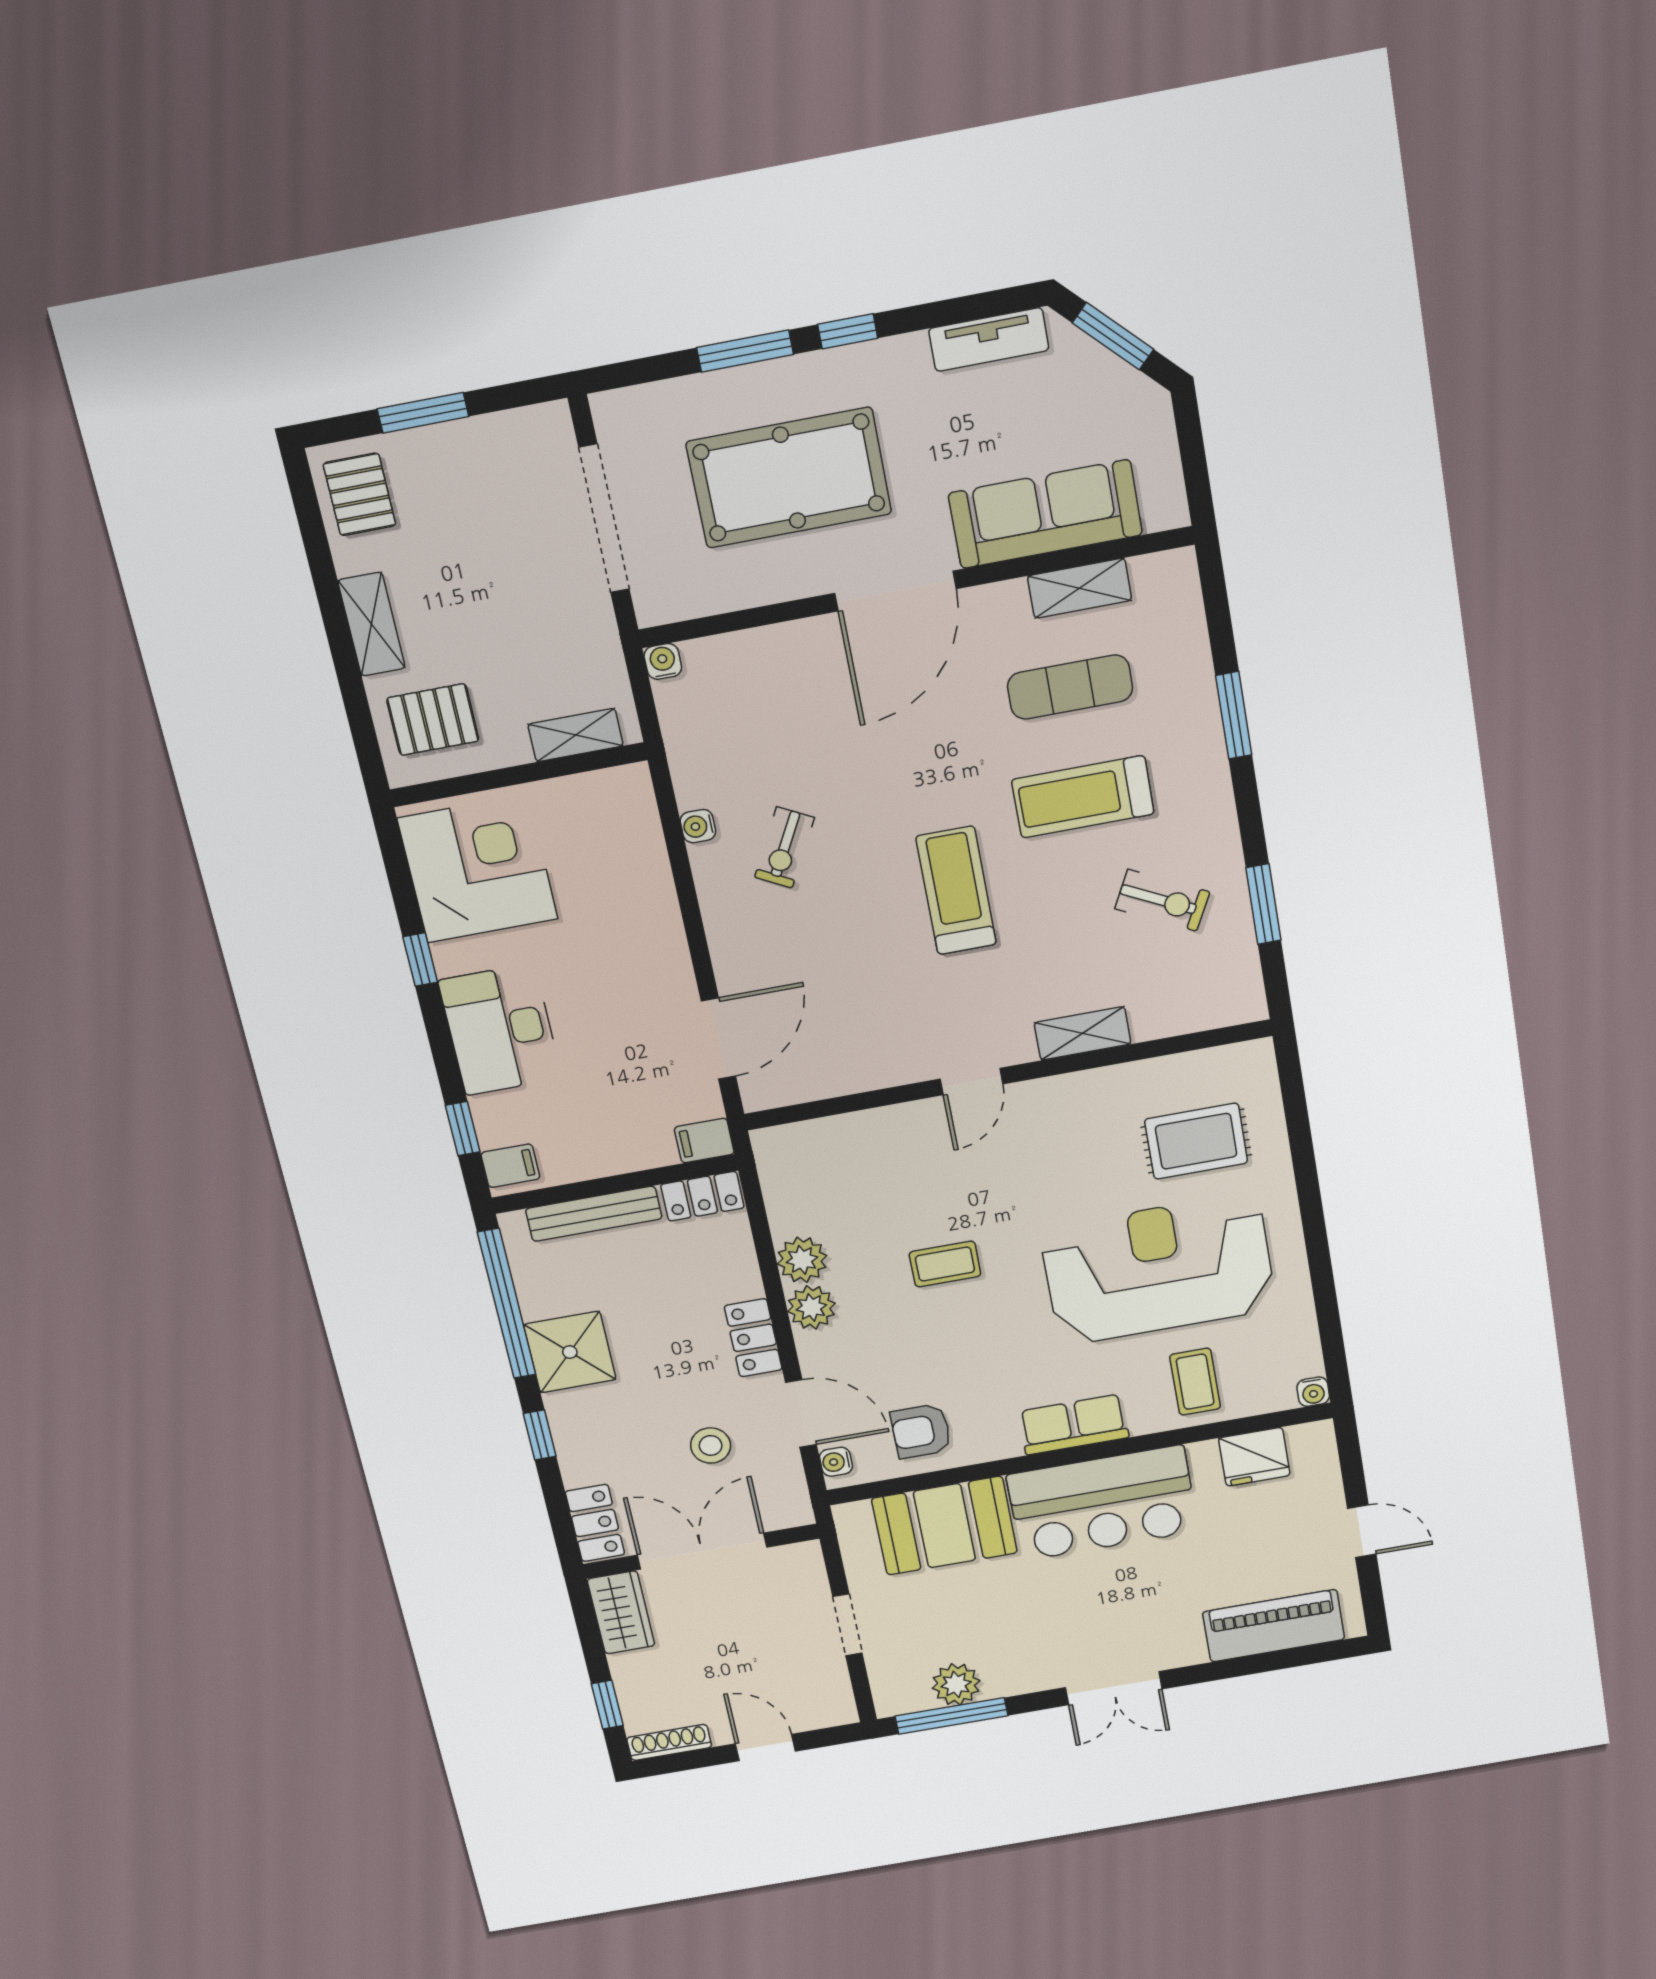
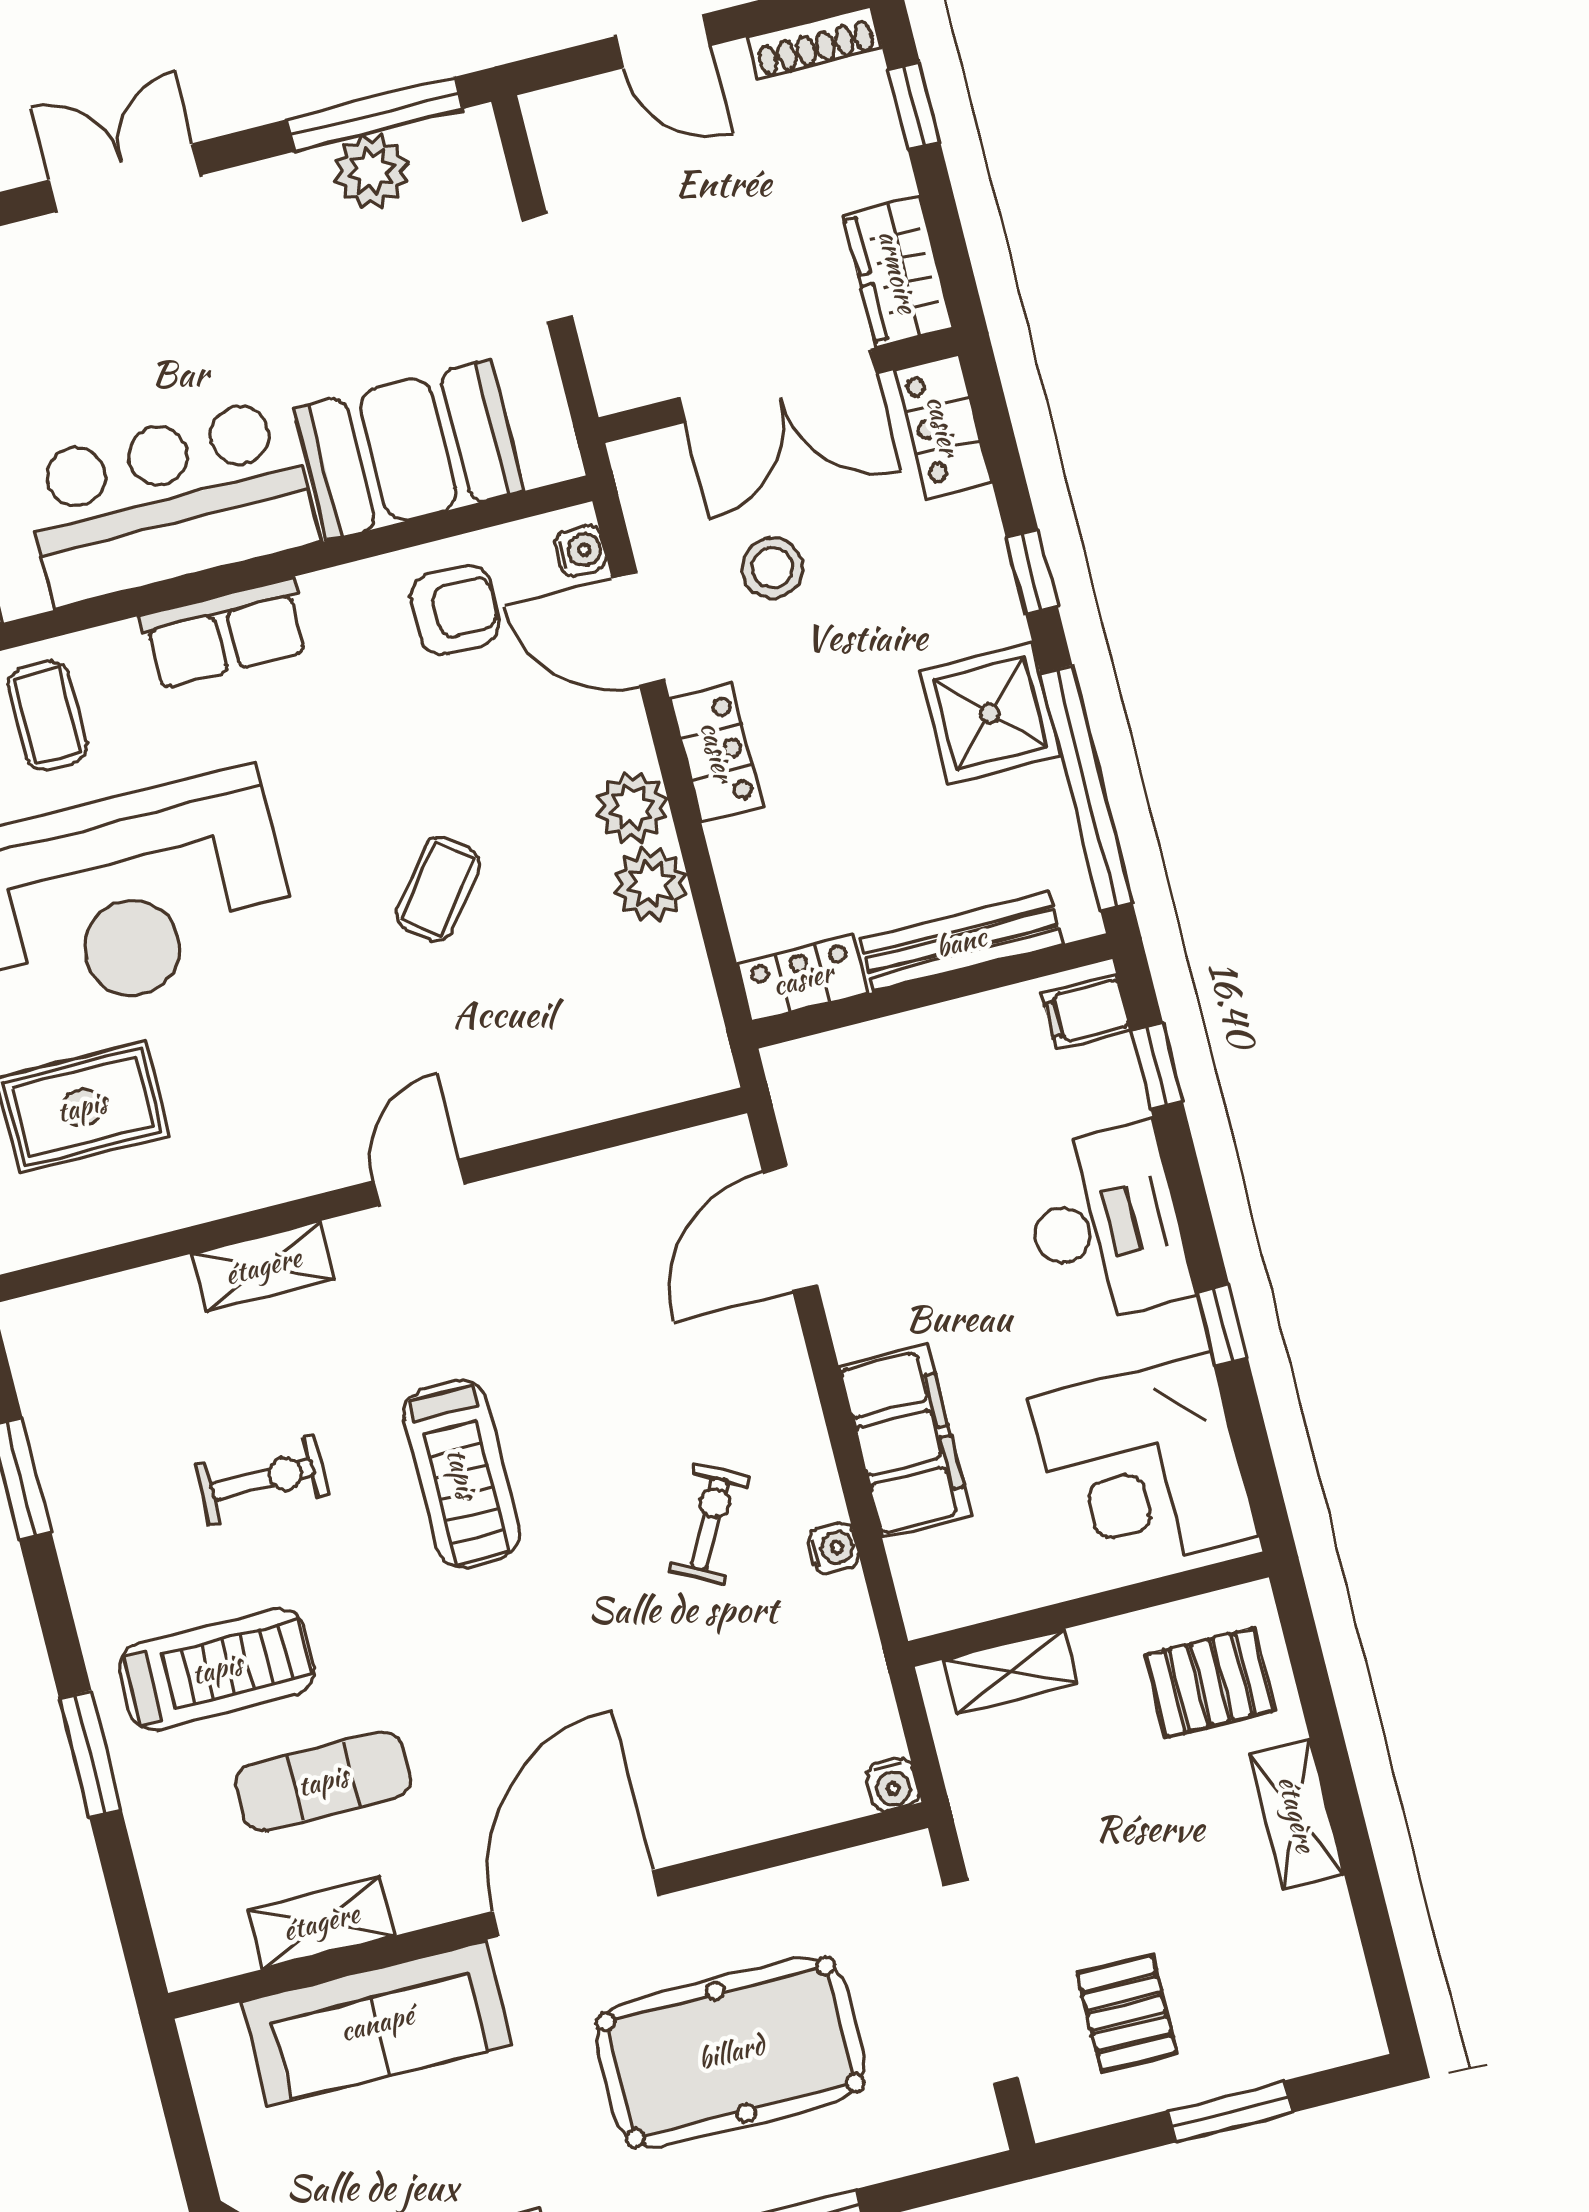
pallet: (359, 494) -> (1127, 2013), moved
treadmill: (1083, 797) -> (217, 1669), moved
exercise bike: (1162, 900) -> (263, 1480), moved, turned 153
filing cabinet: (704, 1141) -> (905, 1441), moved, width x3.00, depth x1.17
coffee table: (945, 1264) -> (438, 889), turned -52

